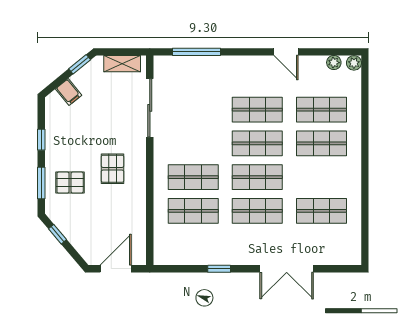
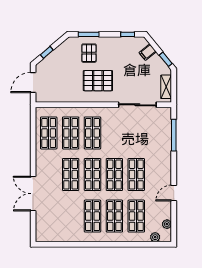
plant: (354, 63) -> (155, 237), moved
window: (41, 140) -> (128, 34), moved
pallet: (113, 169) -> (98, 81), width x1.50, depth x1.42
shop shelf: (321, 211) -> (92, 216), moved
window: (58, 234) -> (47, 52), moved
shop shelf: (193, 245) -> (49, 133), added
door: (116, 269) -> (33, 83), swing flipped
window: (219, 269) -> (33, 150), removed

